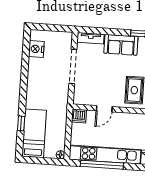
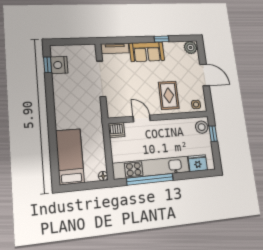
door: (104, 109) -> (142, 118), swing flipped
window: (21, 123) -> (48, 65), moved

